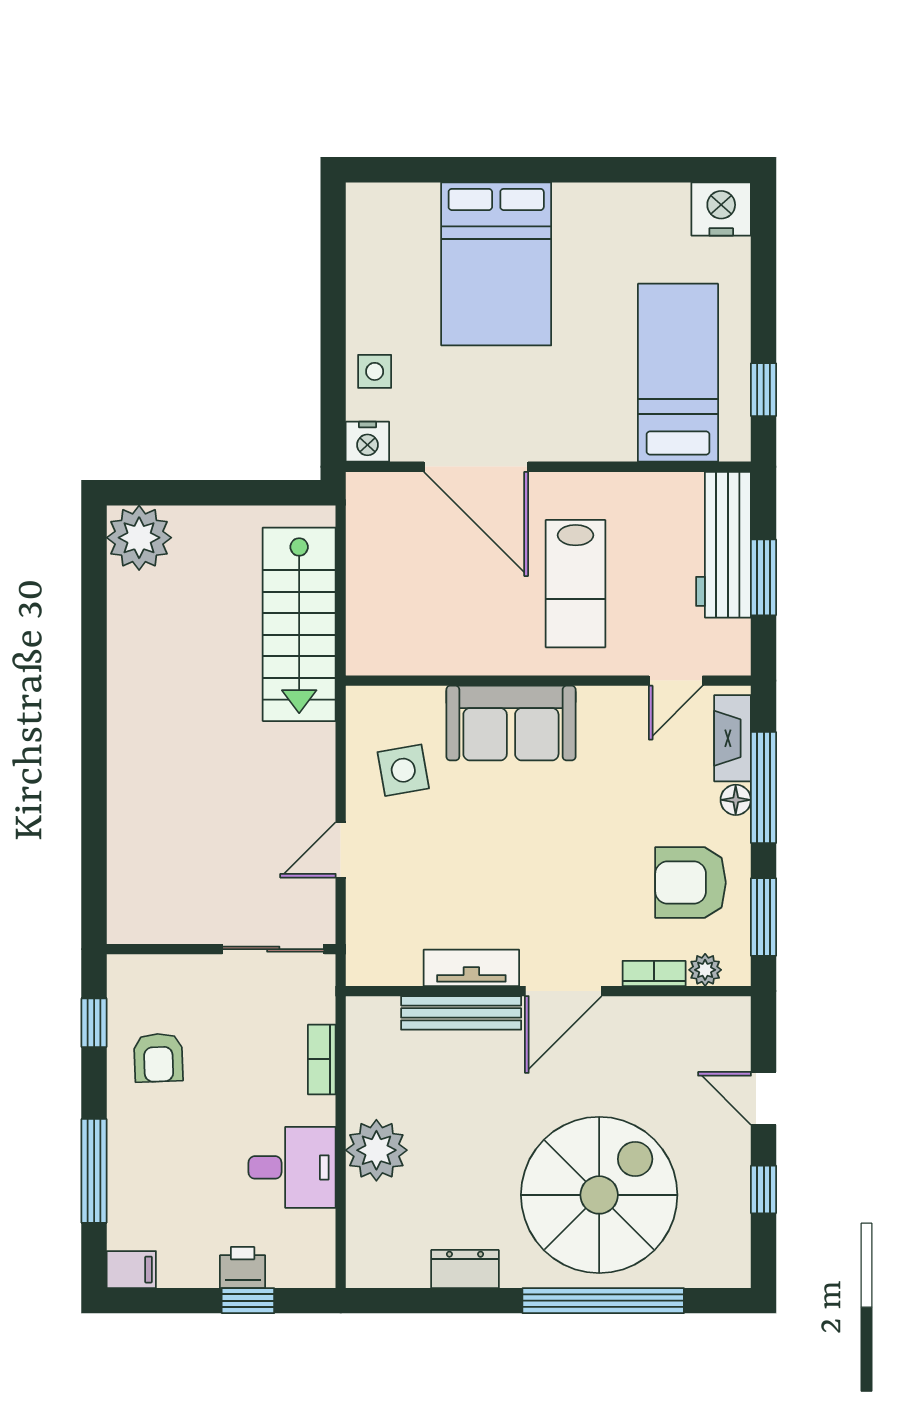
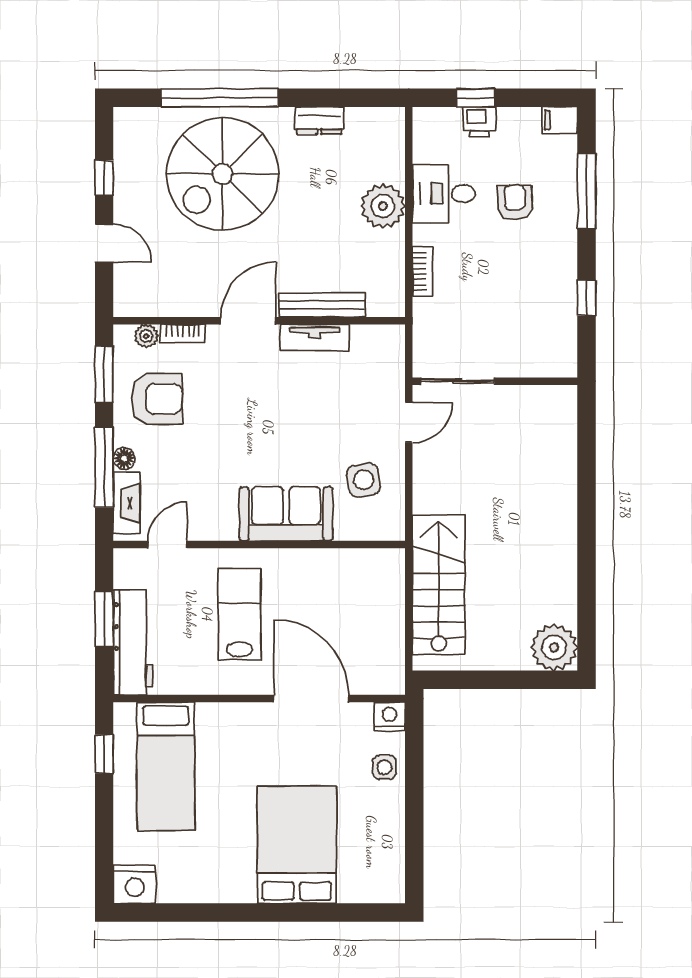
wall: (221, 949) -> (495, 381), moved
sliding door: (273, 949) -> (457, 381), moved
armchair: (158, 1058) -> (515, 202), moved

